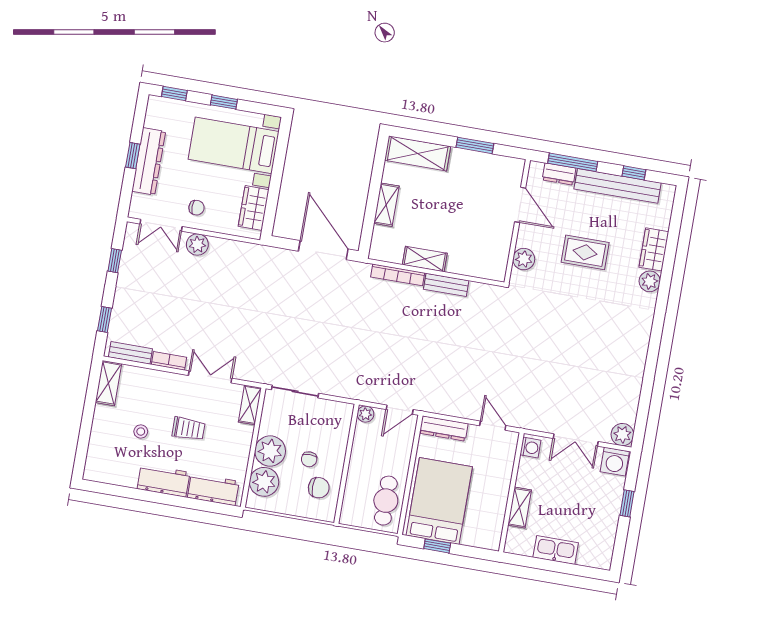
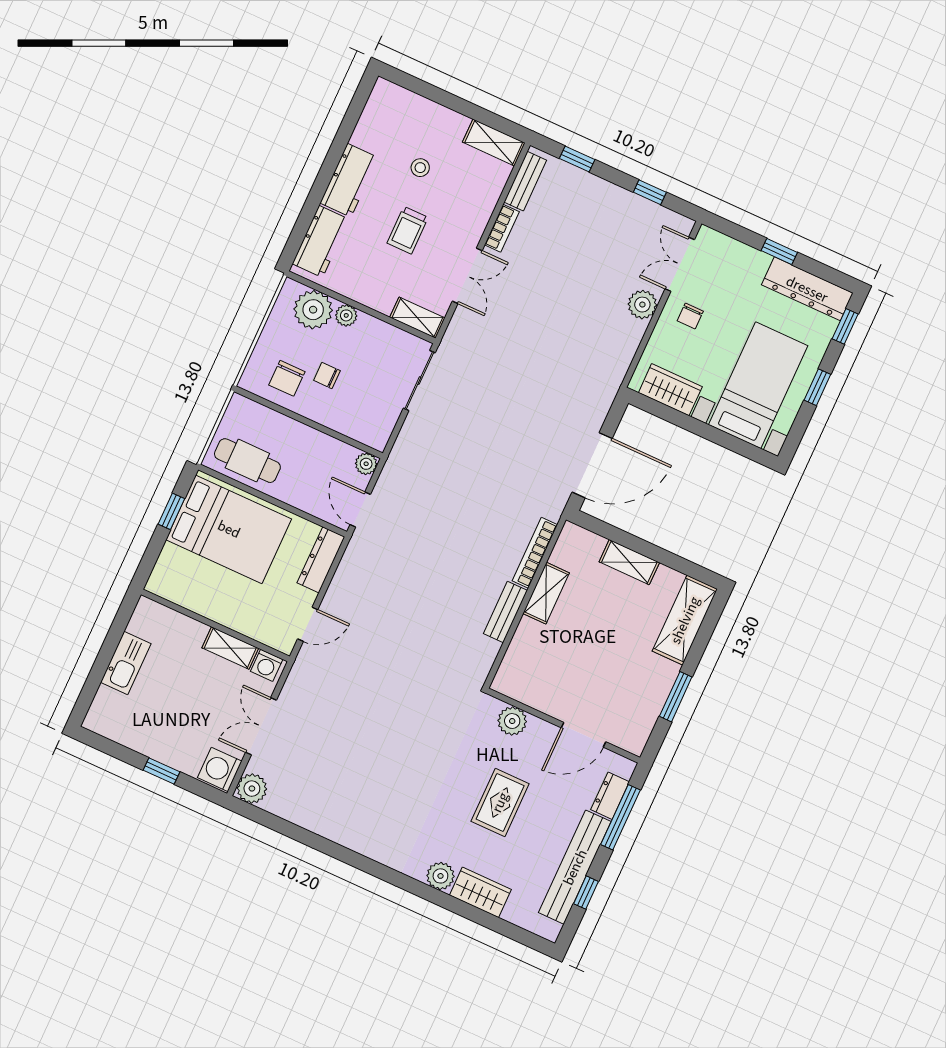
dresser: (149, 161) -> (807, 289), moved
plant: (270, 451) -> (346, 315), width x0.53, depth x0.53
shelving: (520, 508) -> (230, 648), moved

